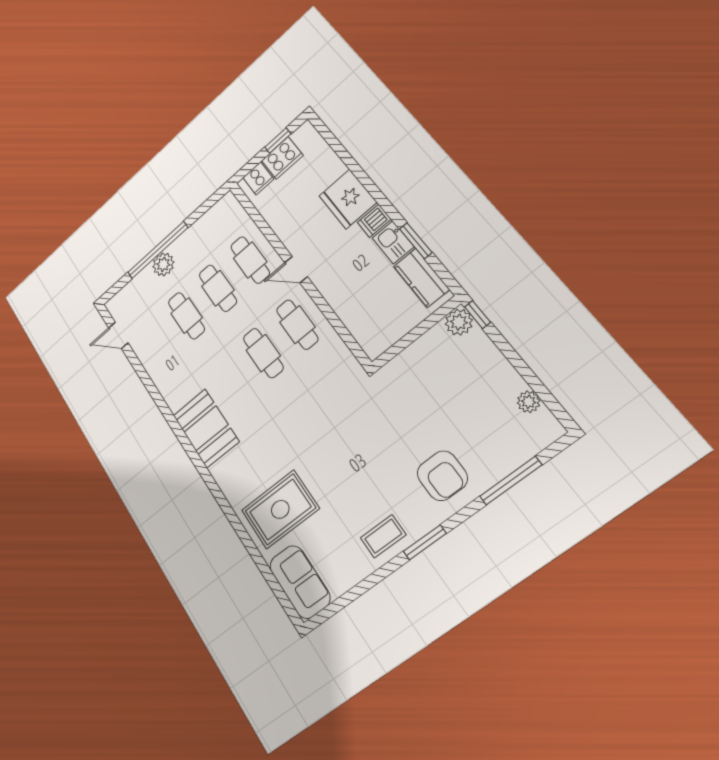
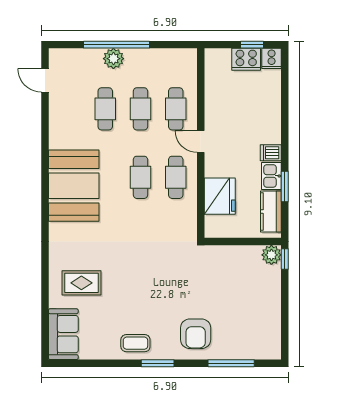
cooker: (258, 178) -> (272, 58), moved
fridge: (348, 199) -> (220, 196), moved, turned 180
plant: (529, 402) -> (274, 328), removed
booth: (206, 428) -> (74, 186), width x1.36, depth x1.42
rug: (280, 509) -> (81, 283), width x0.73, depth x0.70

